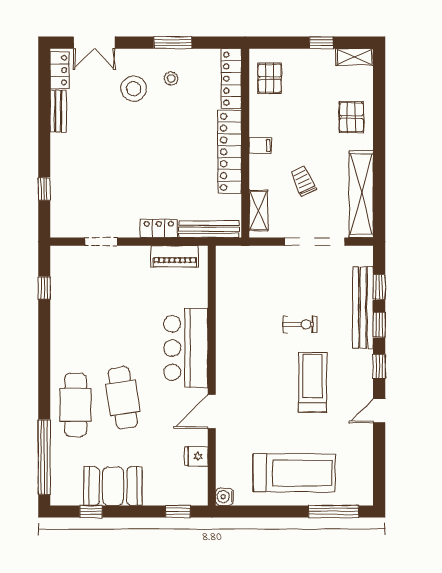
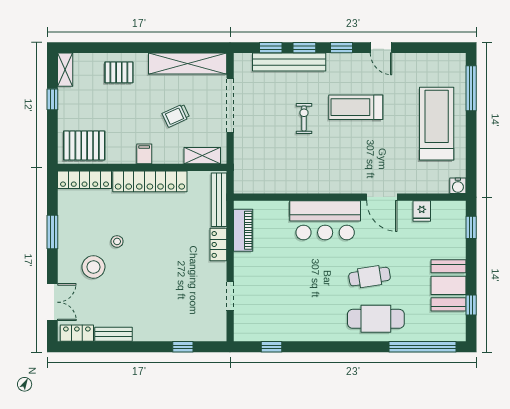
stool: (171, 78) -> (117, 241), moved
pallet: (270, 78) -> (84, 145), width x1.50, depth x1.42
cafe table: (123, 398) -> (370, 277), width x0.73, depth x0.74

